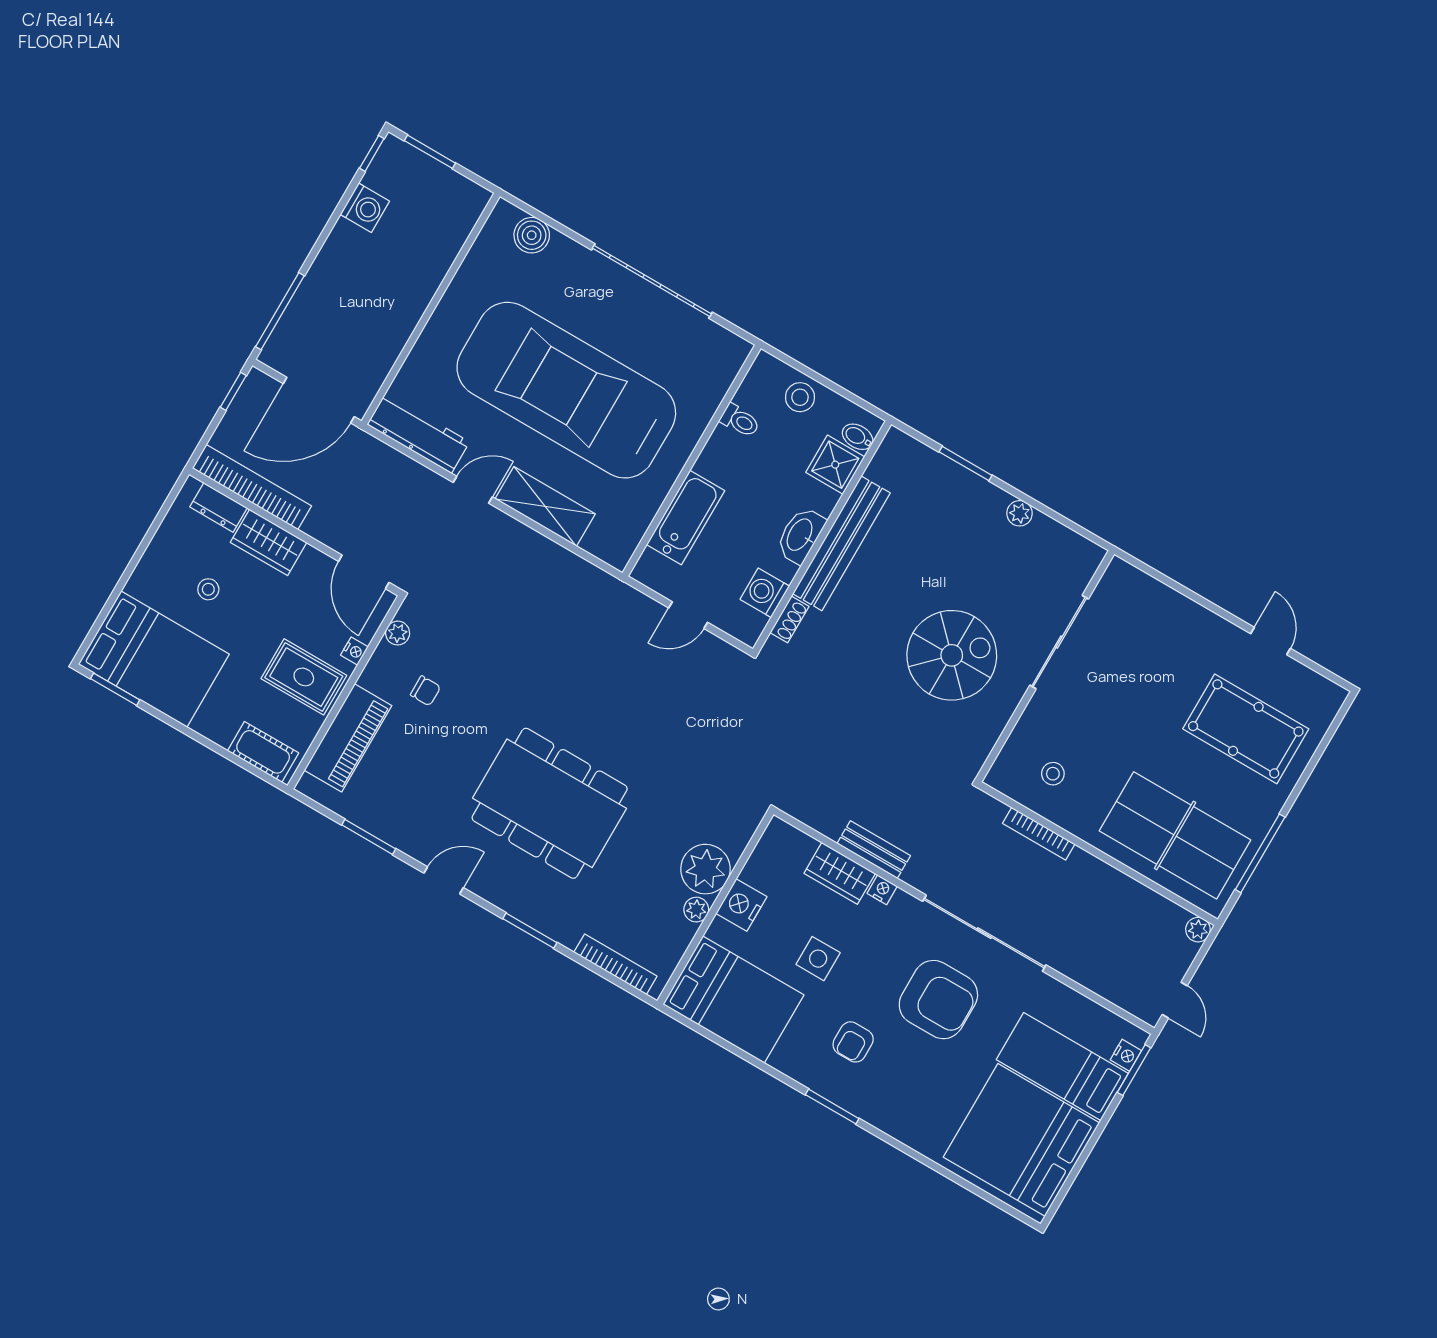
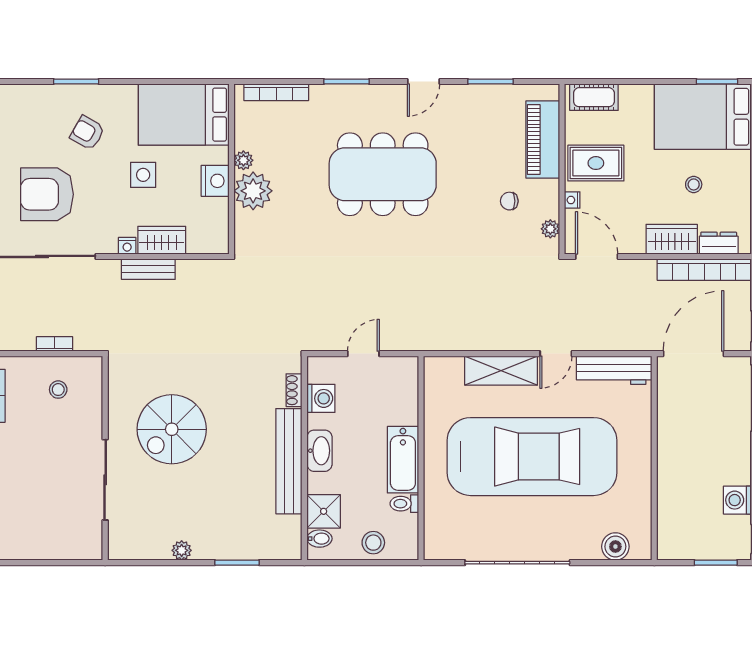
bathtub: (686, 518) -> (403, 460), moved
bookcase: (1039, 834) -> (55, 344), width x0.64
armchair: (853, 1042) -> (87, 133), turned -60

